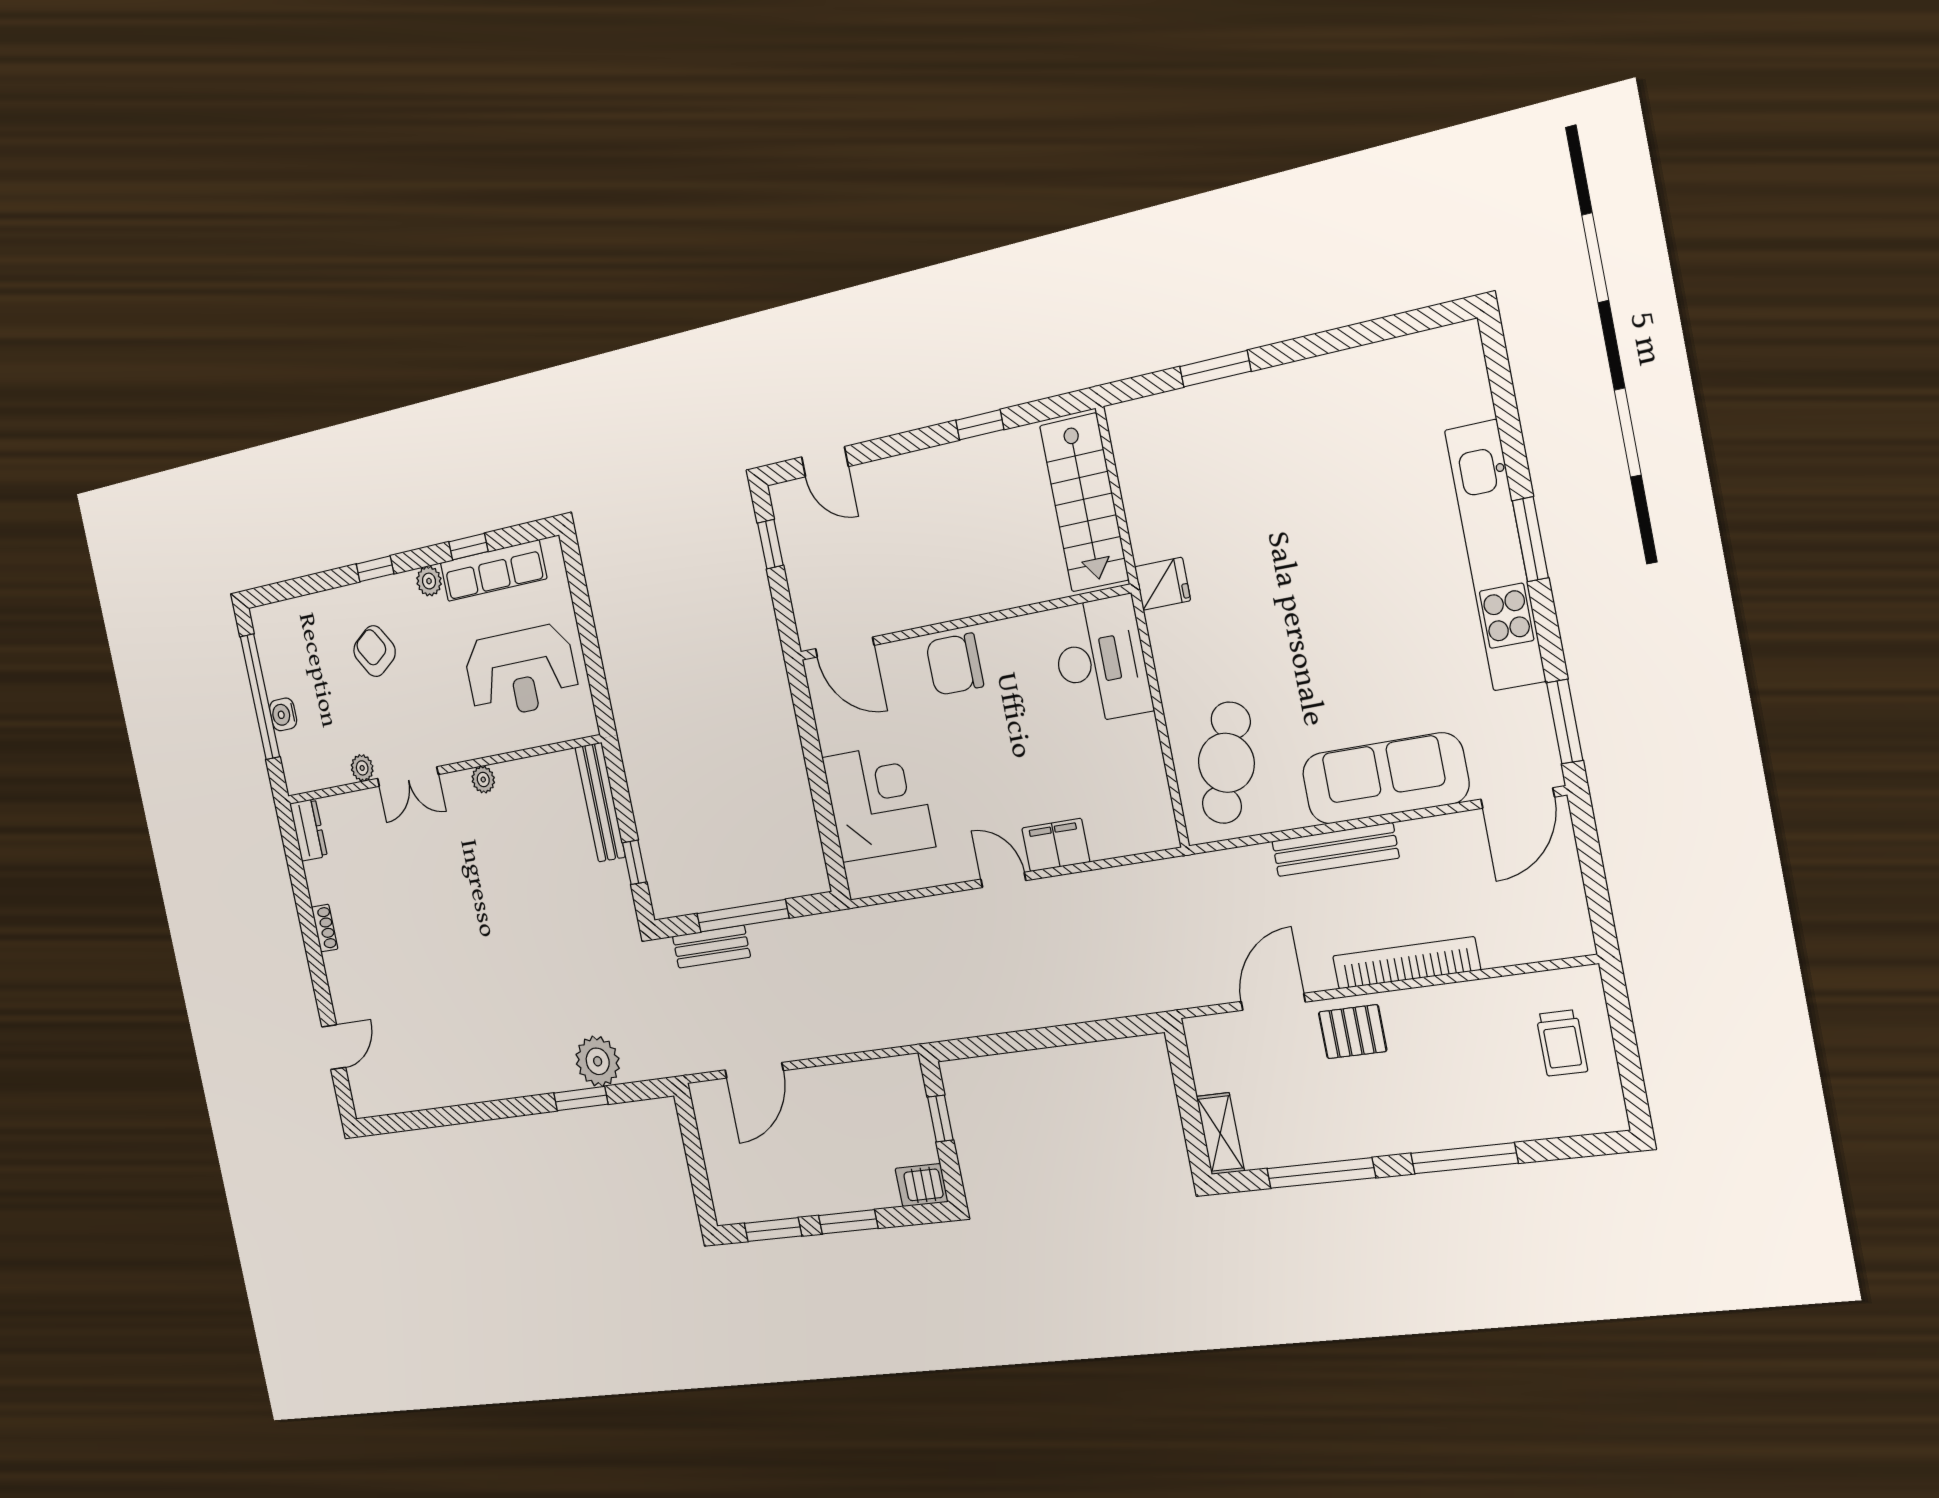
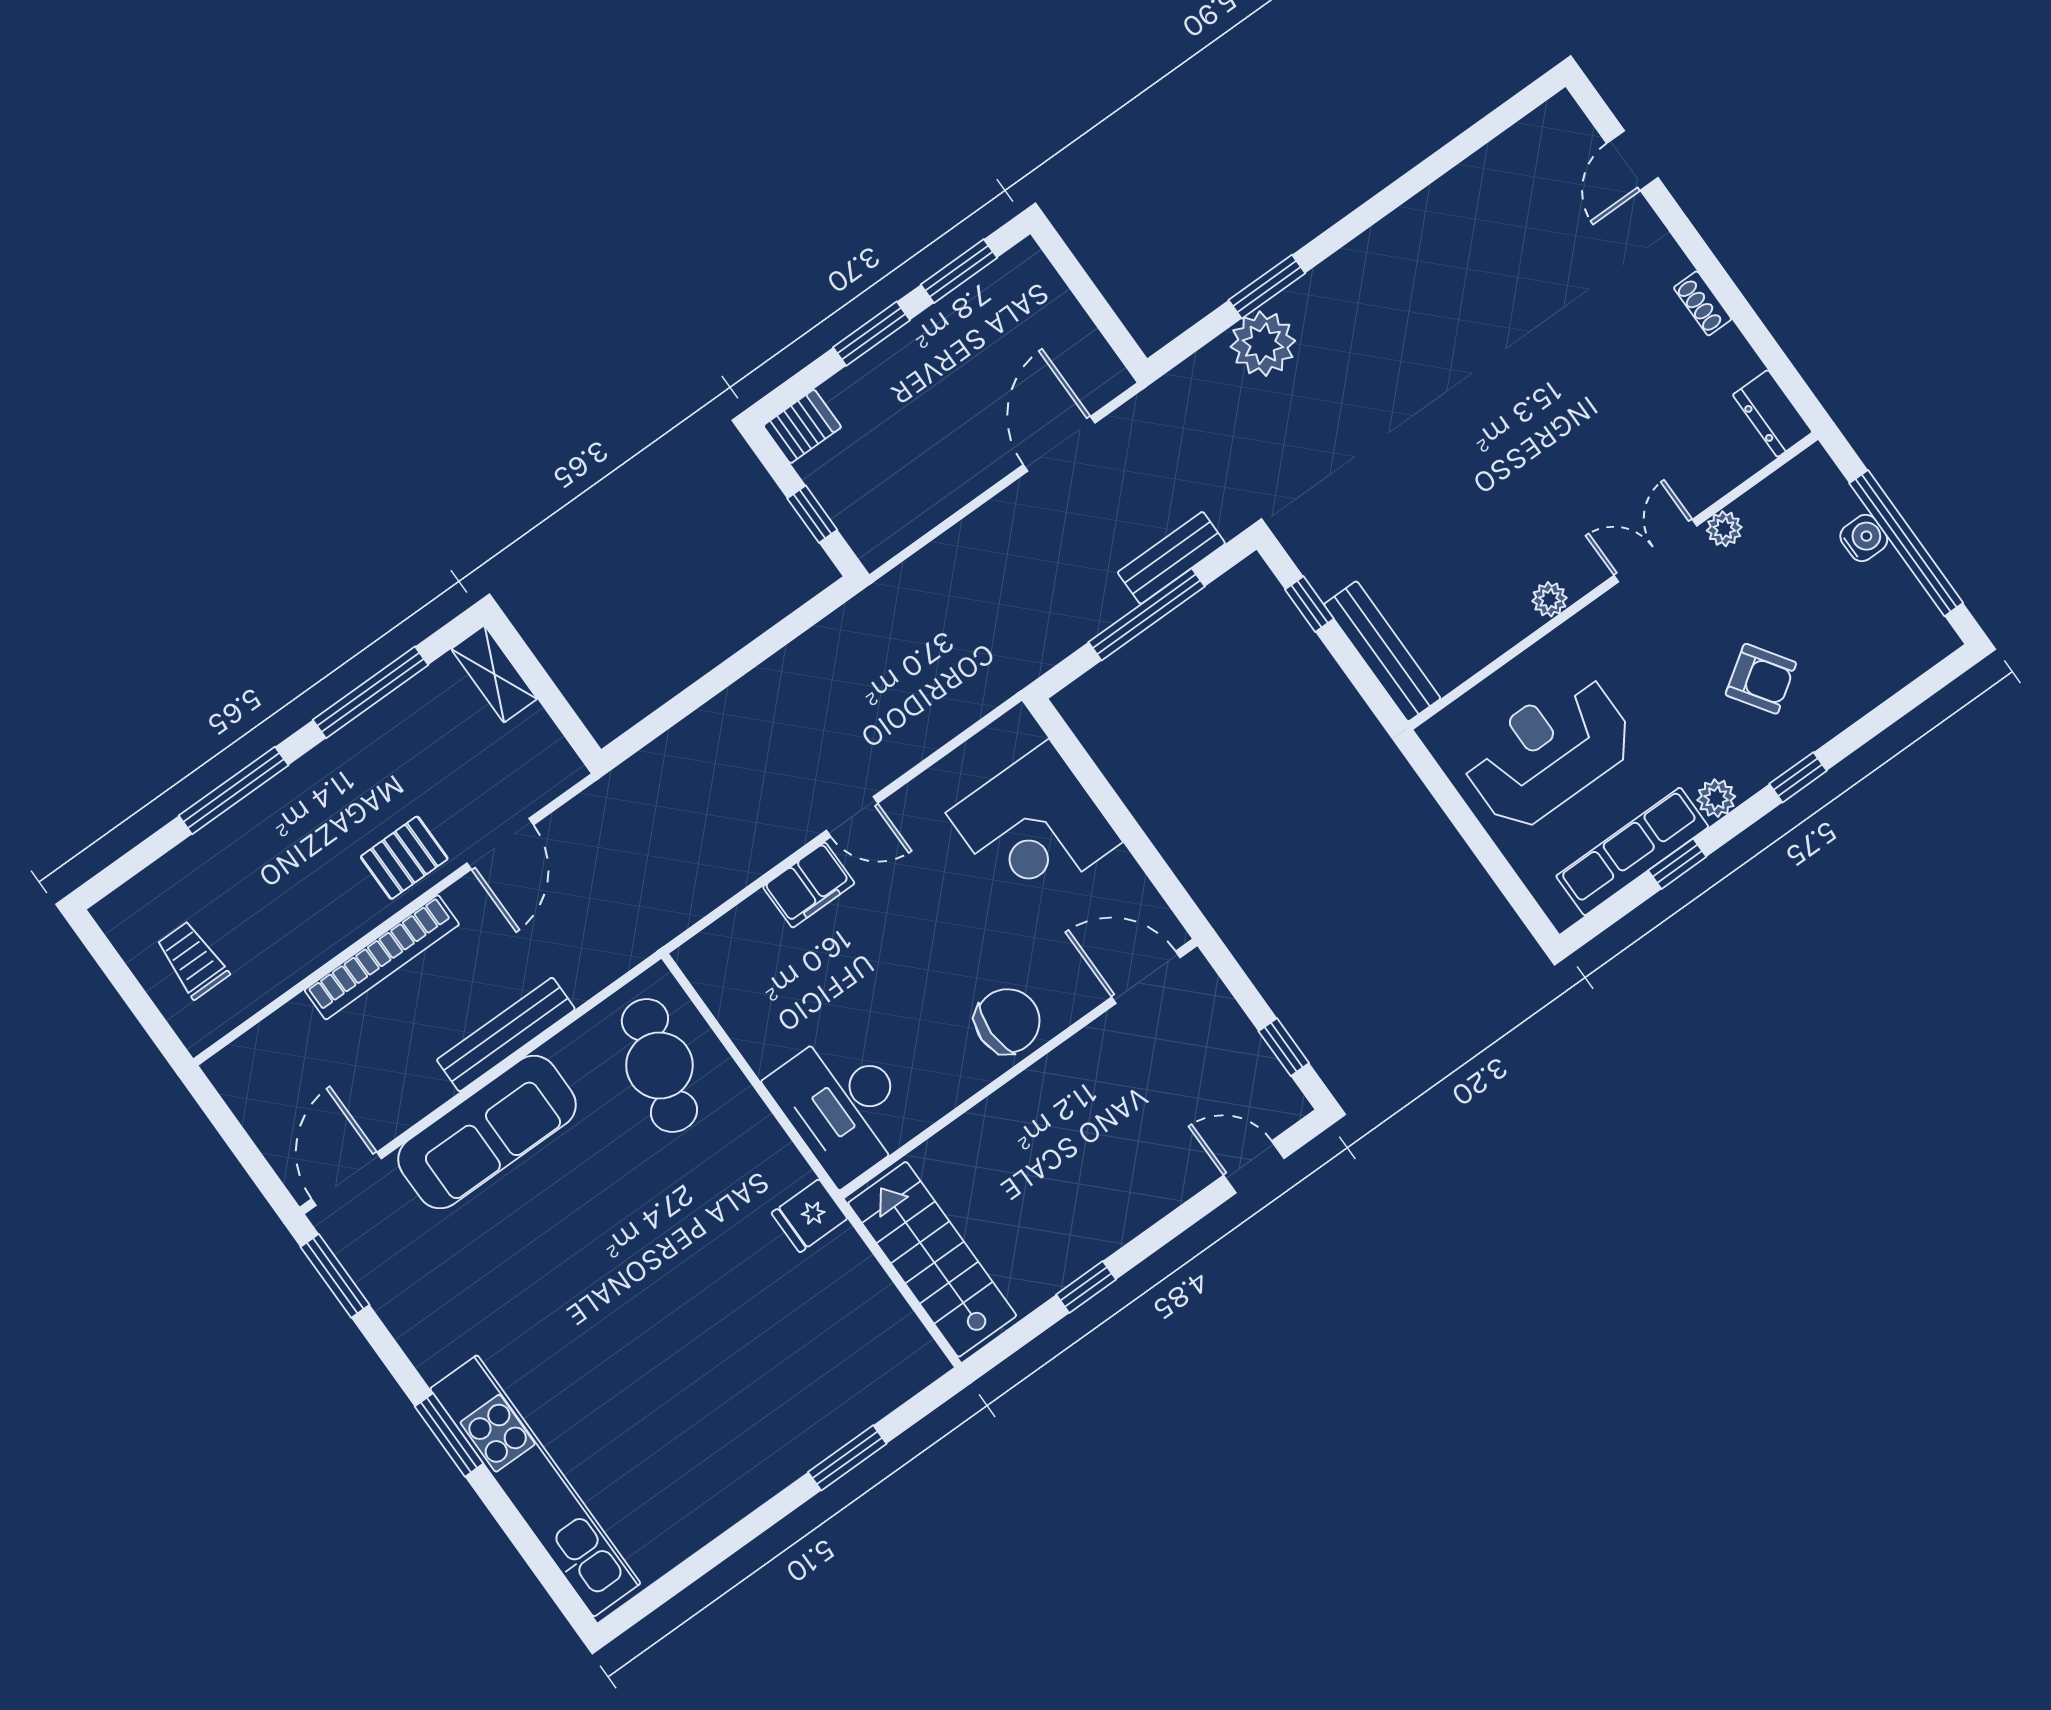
kitchen unit: (1495, 556) -> (535, 1486), moved

